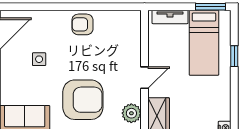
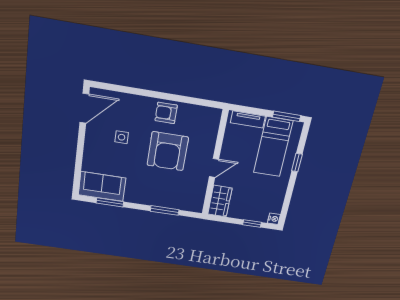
armchair: (83, 100) -> (168, 151), moved, turned 90
plant: (131, 113) -> (197, 195), removed

